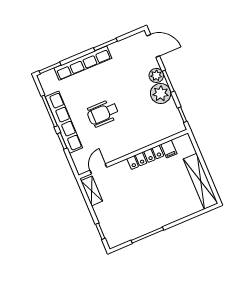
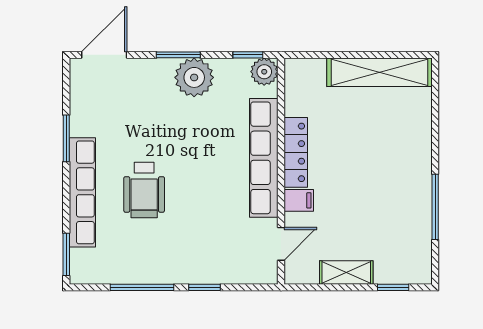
plant: (156, 75) -> (264, 72), moved
wheelchair: (103, 113) -> (144, 190), moved
row of seats: (64, 122) -> (264, 158), moved, turned -90
filing cabinet: (169, 149) -> (299, 200), moved
door: (98, 169) -> (281, 244), swing flipped
shelving: (92, 191) -> (346, 272), moved

